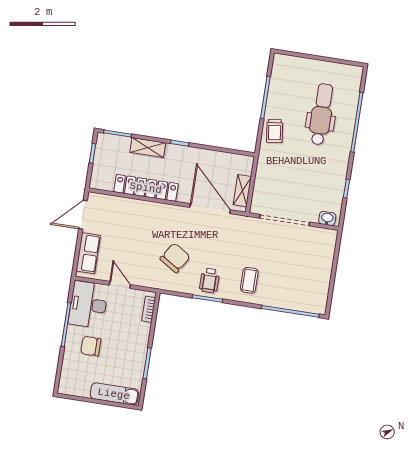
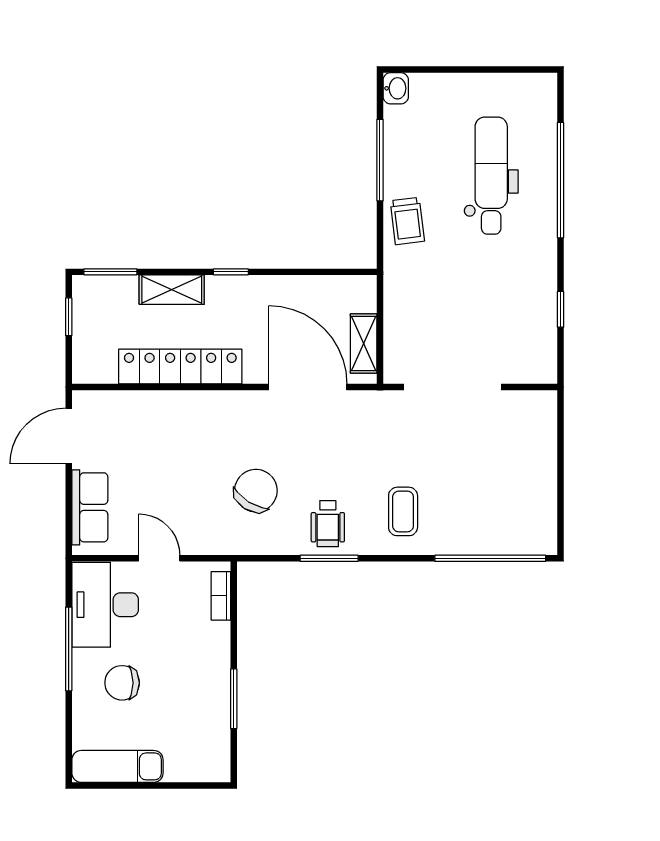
washbasin: (327, 218) -> (396, 88), moved, turned 90
exam couch: (114, 394) -> (117, 766), moved

